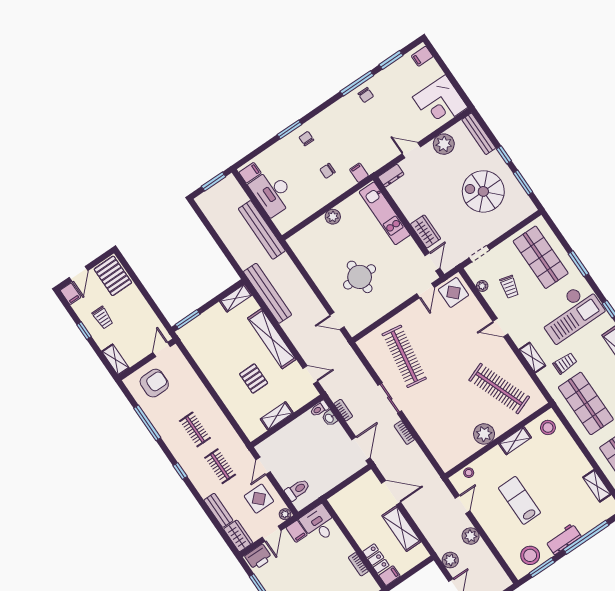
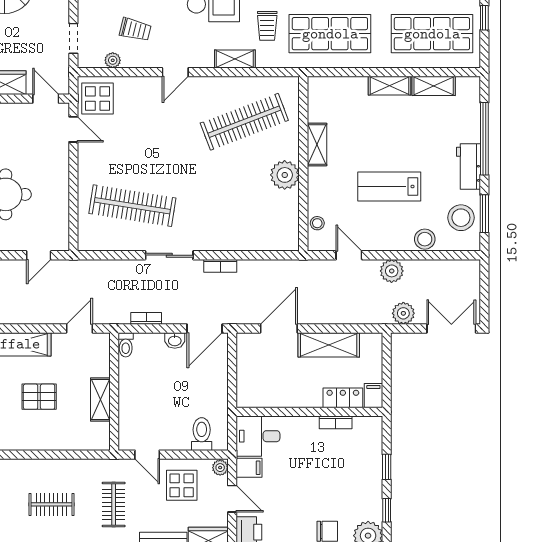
trolley: (565, 363) -> (267, 26), turned 180
washbasin: (330, 418) -> (175, 340), moved
stool: (548, 427) -> (425, 239), moved
door: (361, 449) -> (205, 328), swing flipped
shelving: (579, 460) -> (389, 86), added
clothes rail: (220, 466) -> (114, 504), turned 90

